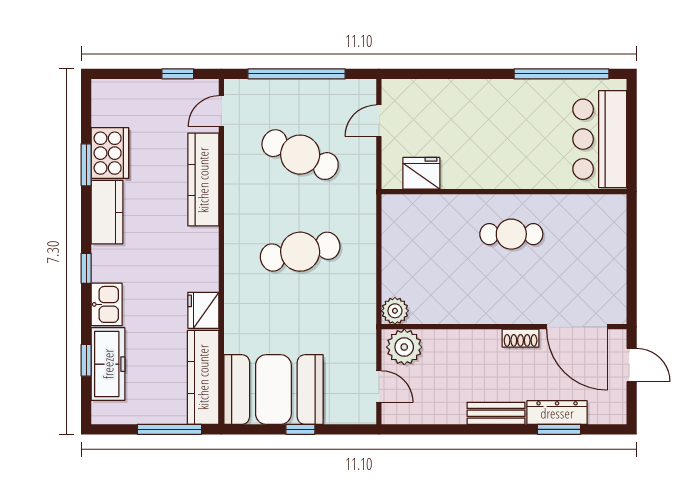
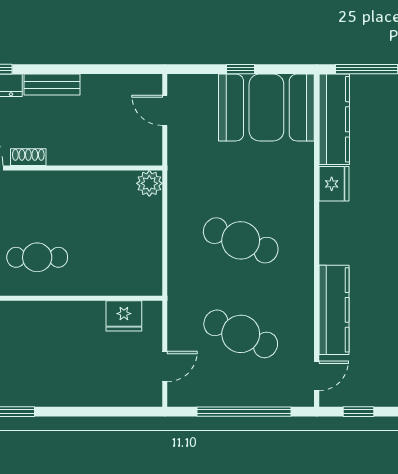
cafe table: (300, 252) -> (241, 240), turned 33
plant: (404, 347) -> (140, 149), removed

